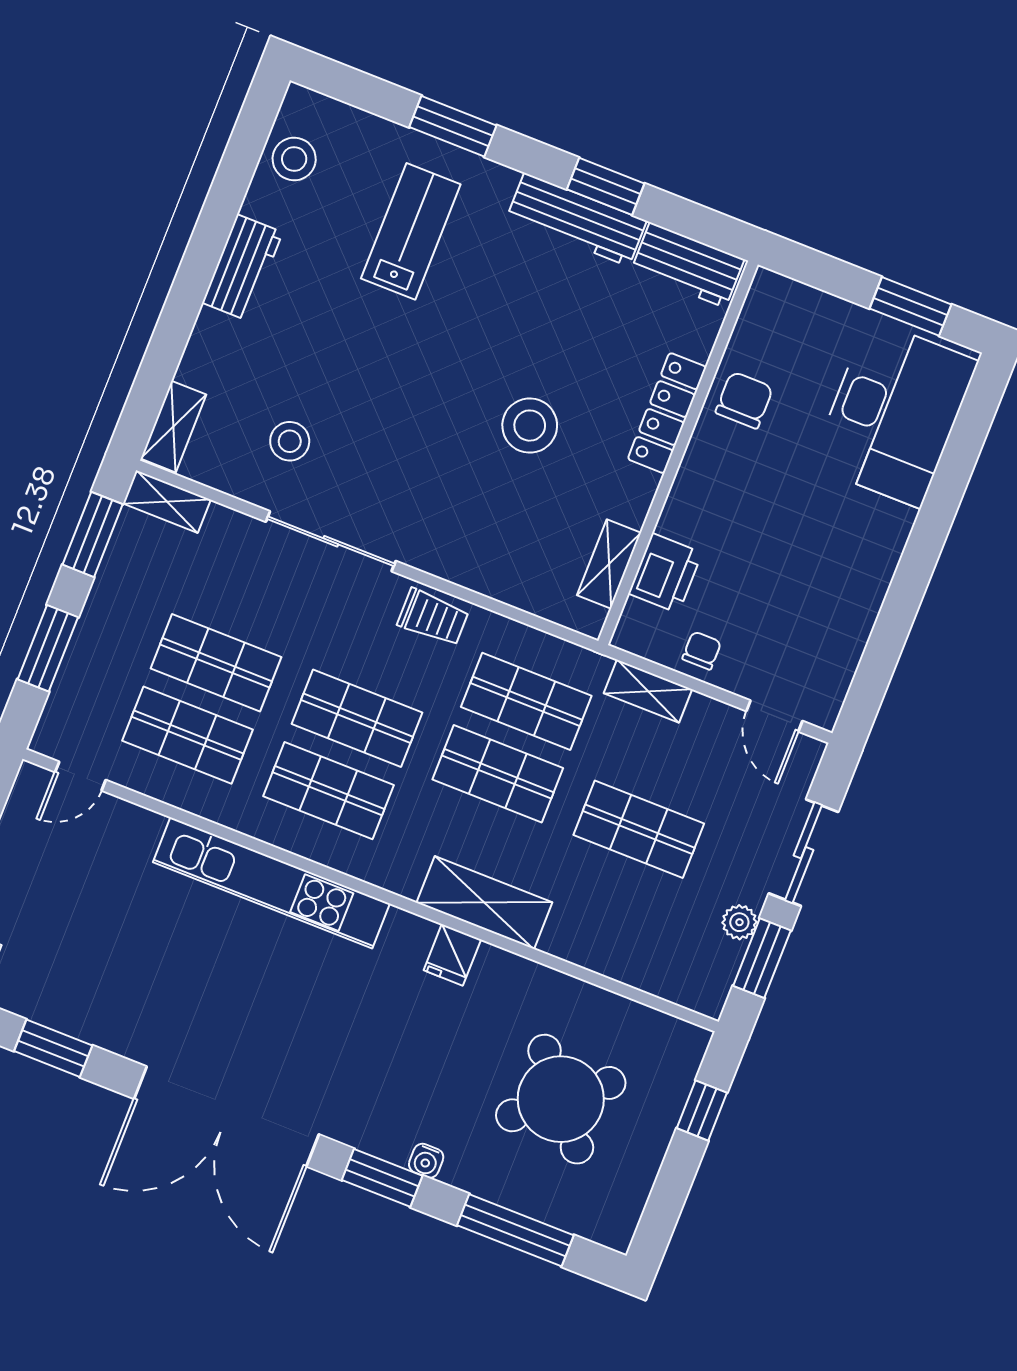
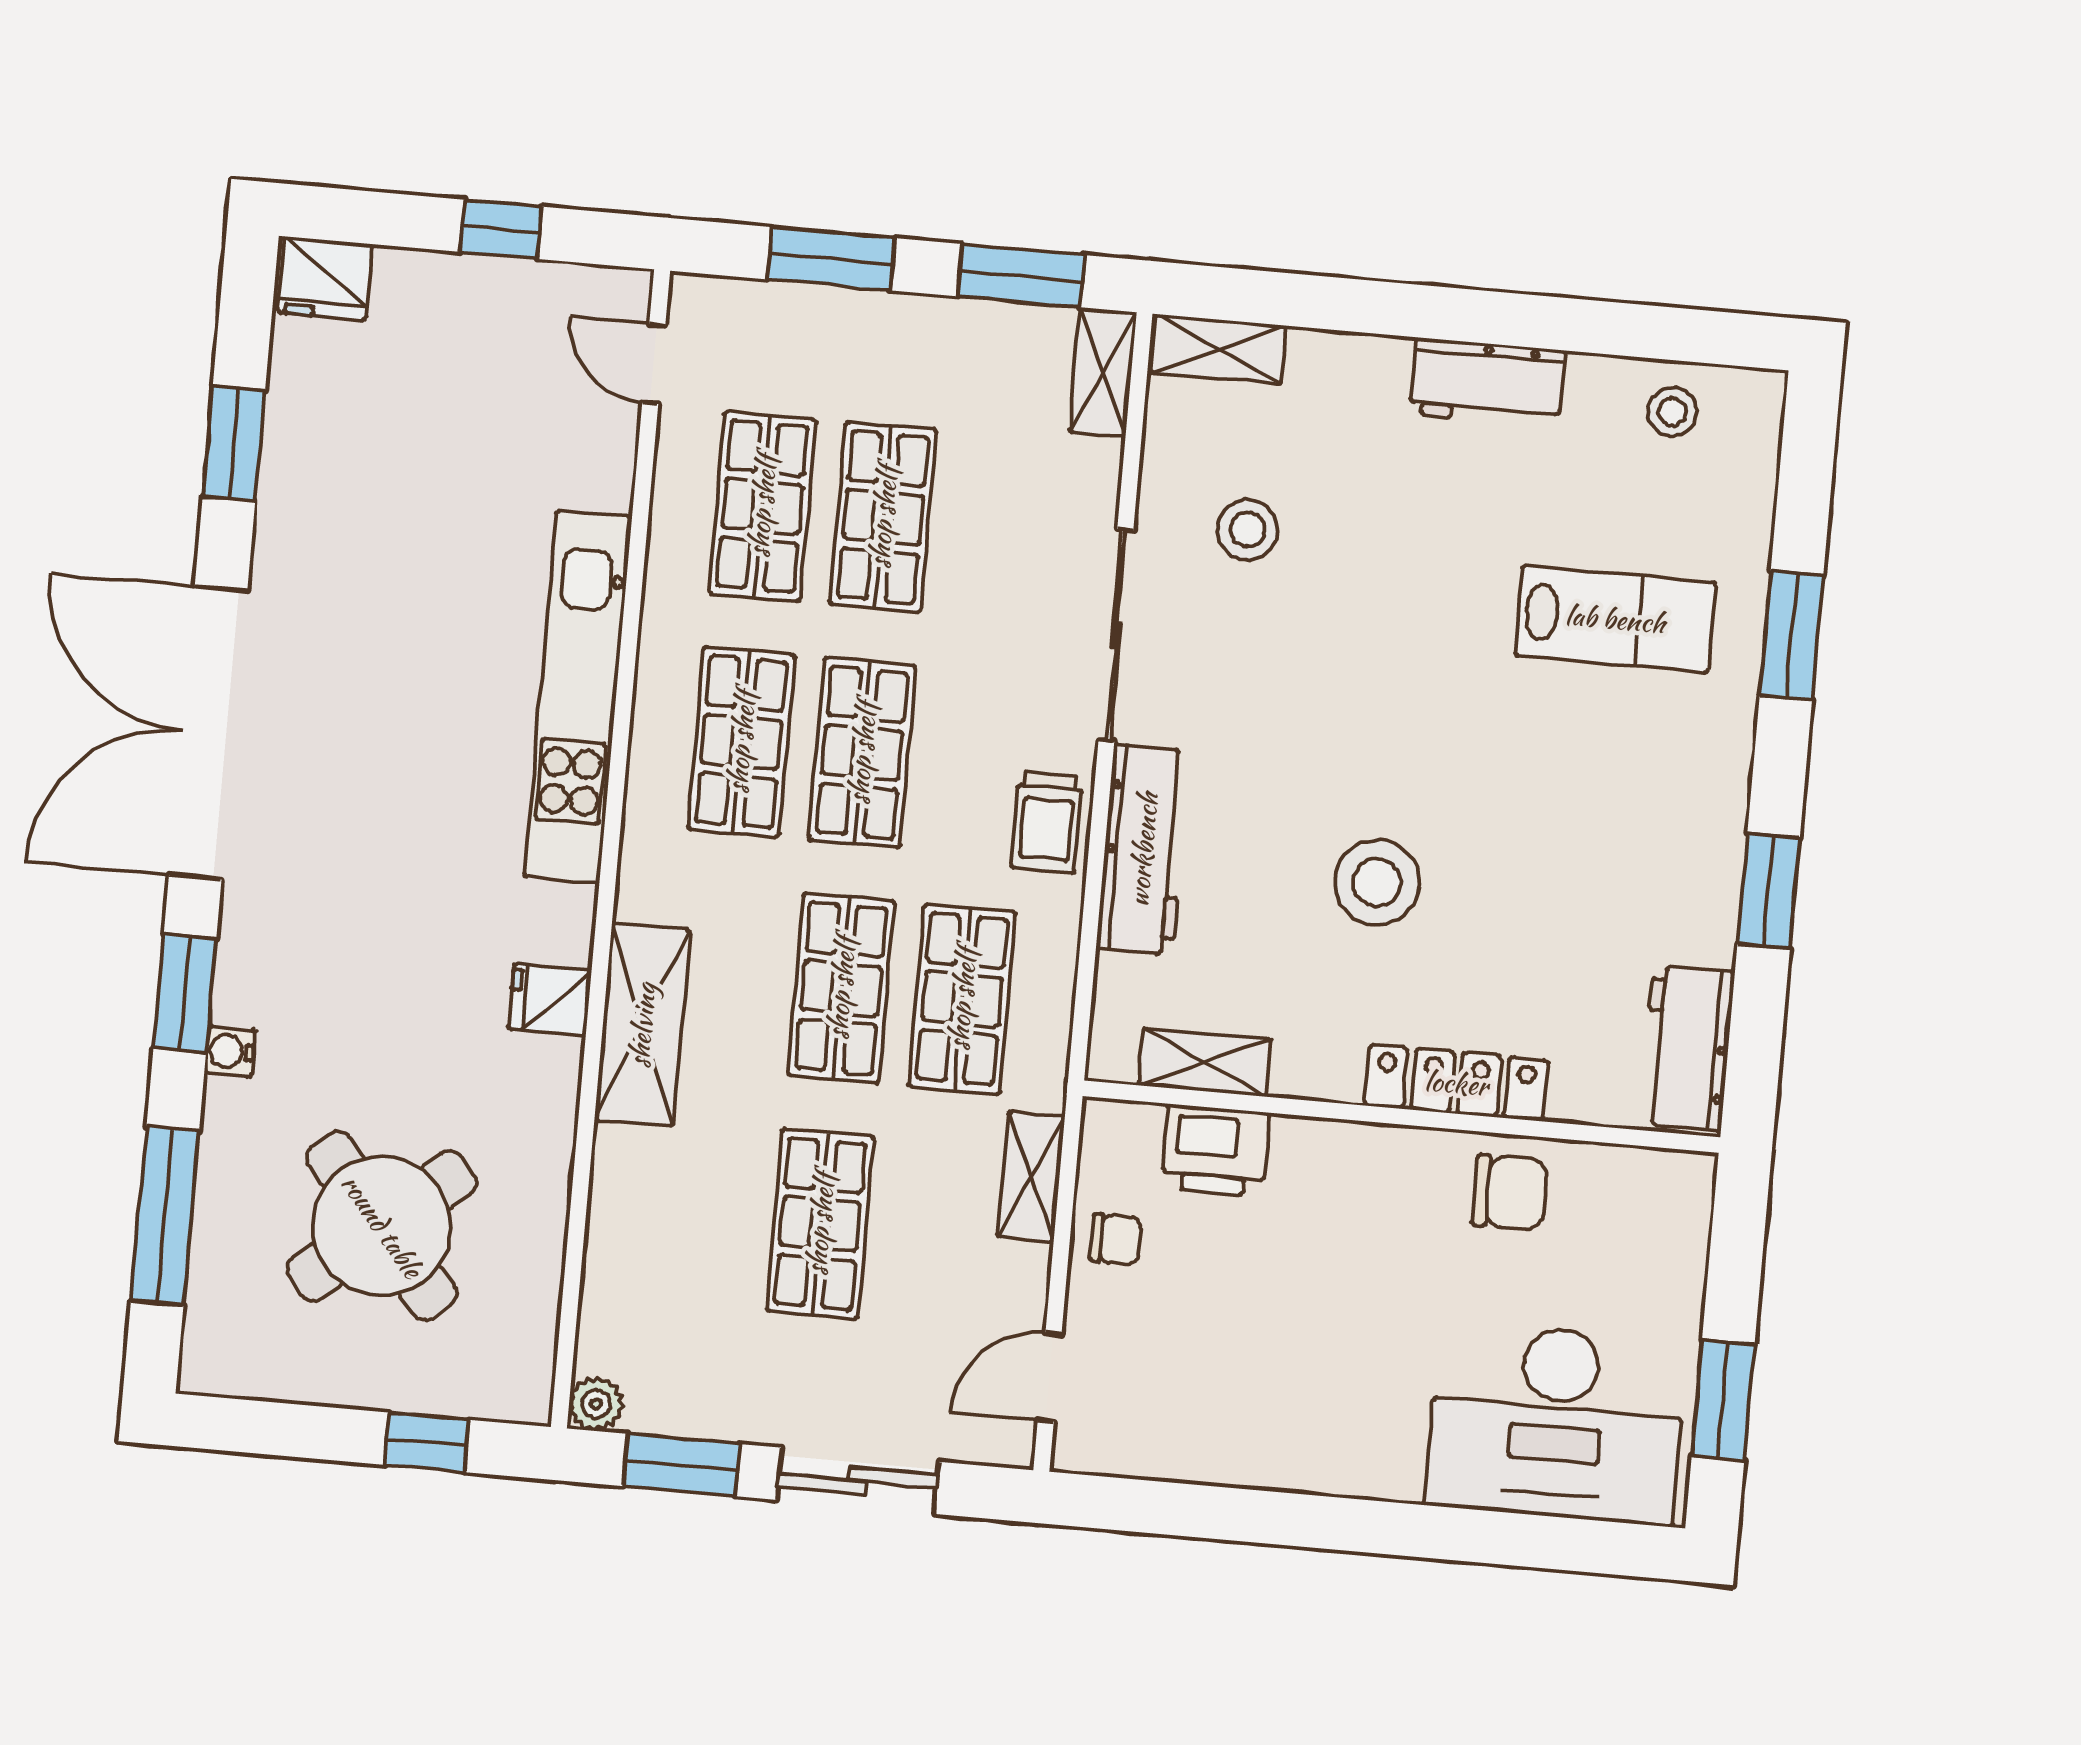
stool: (294, 159) -> (1672, 412), width x0.73, depth x0.73
workbench: (577, 220) -> (1143, 850), moved, turned 180
plant: (739, 922) -> (596, 1404), moved

